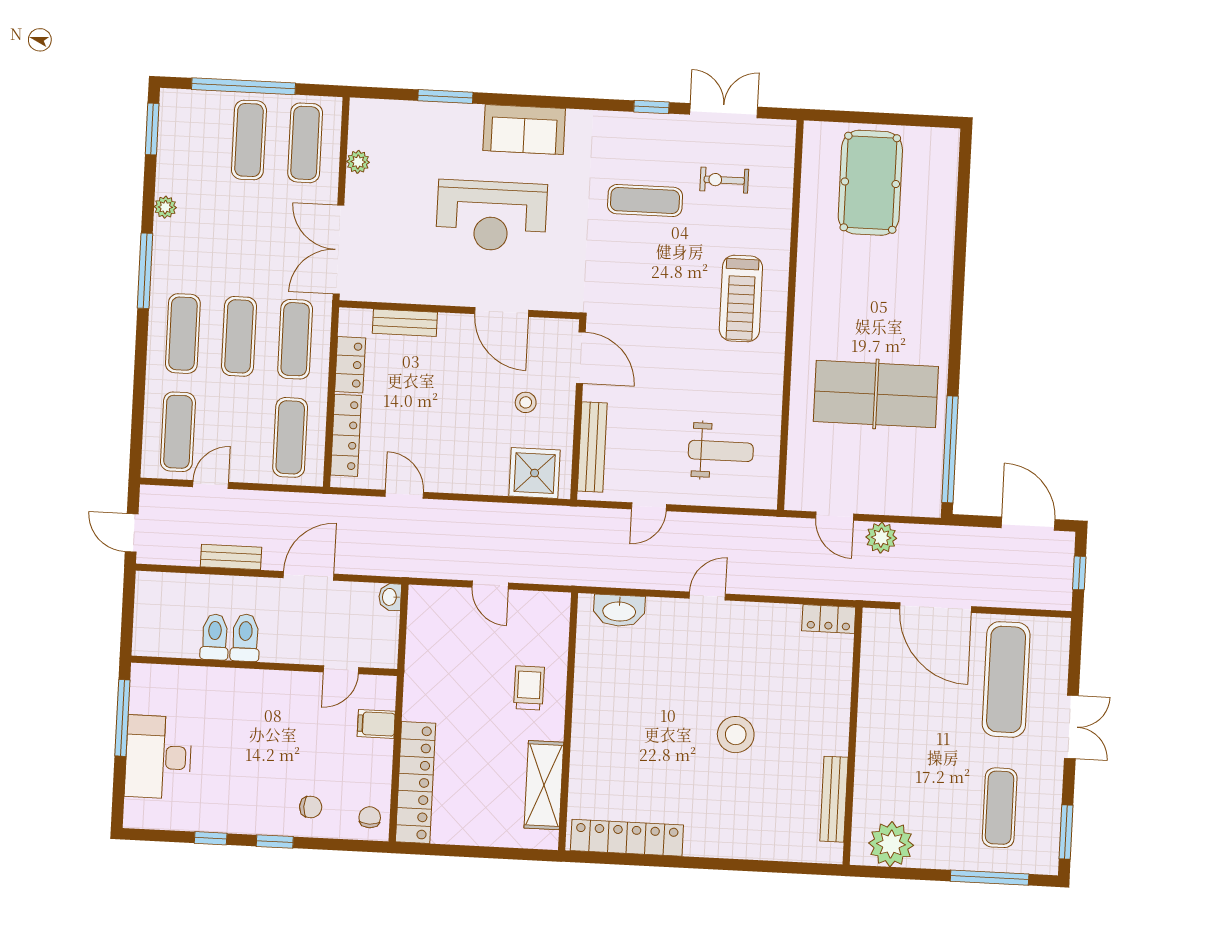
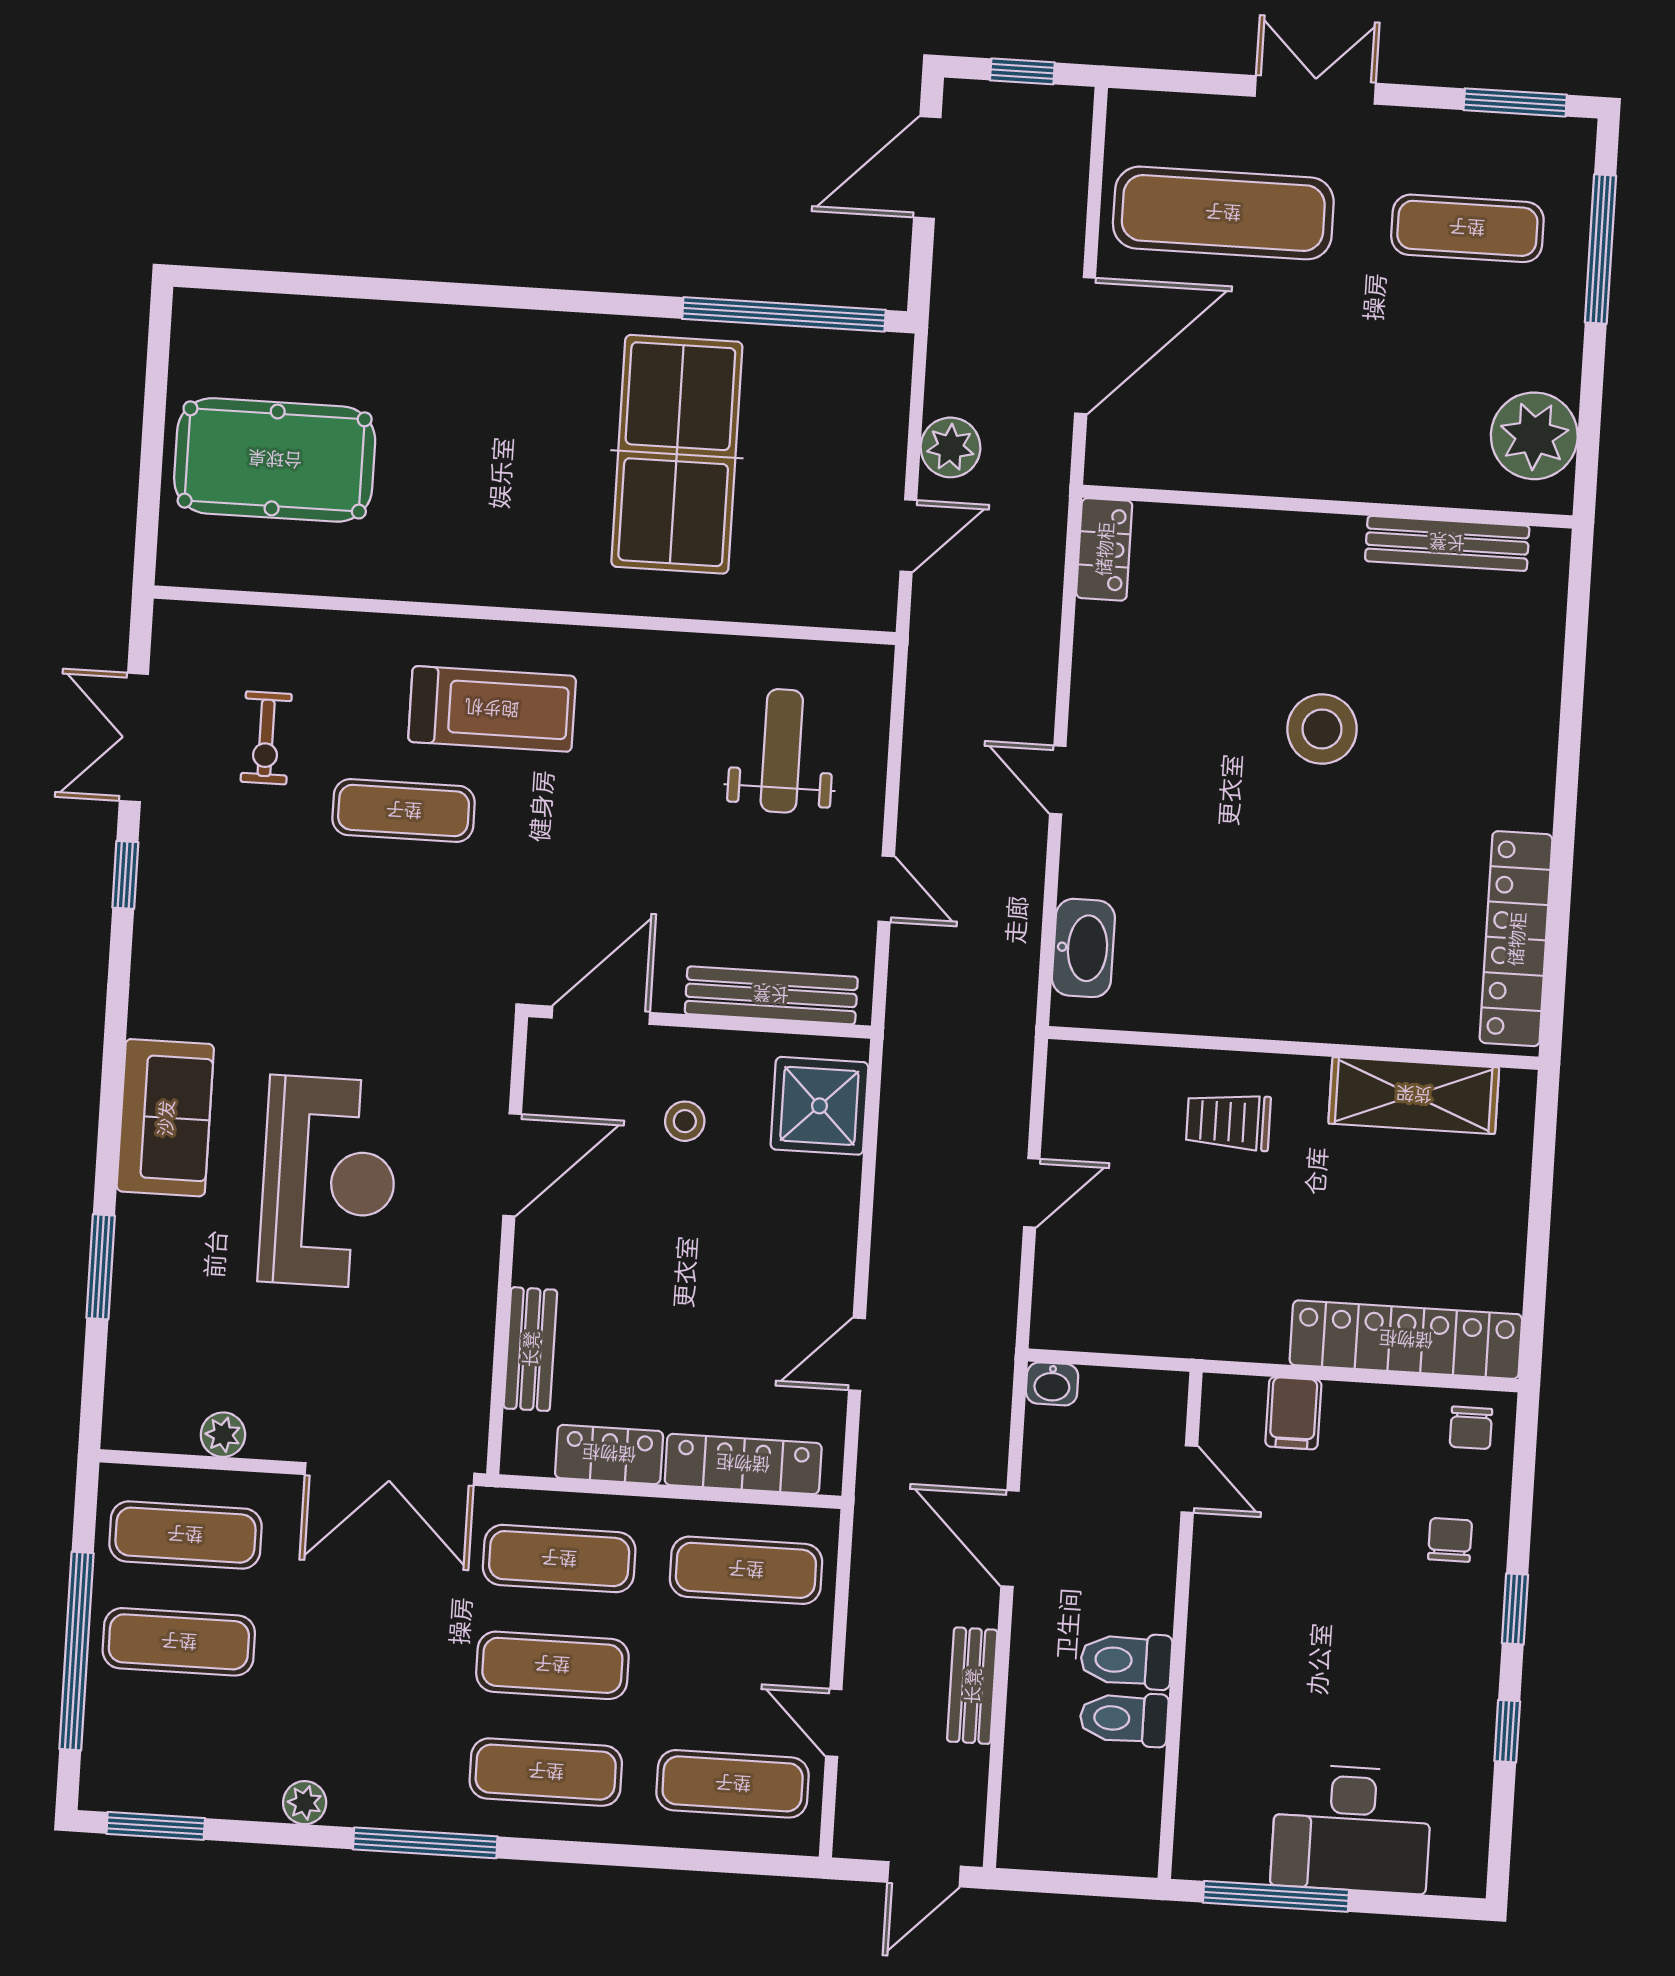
exercise mat: (645, 201) -> (404, 811), moved, turned 90
chair: (370, 817) -> (1471, 1428), turned -90

